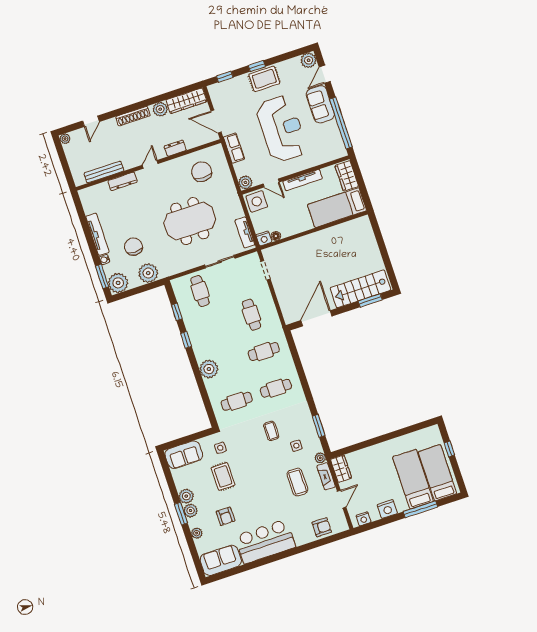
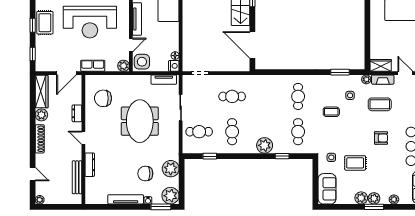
reception desk: (282, 129) -> (90, 22), turned 180
window: (186, 340) -> (282, 156), moved
cafe table: (264, 351) -> (232, 132), moved
armchair: (226, 516) -> (381, 138), moved

